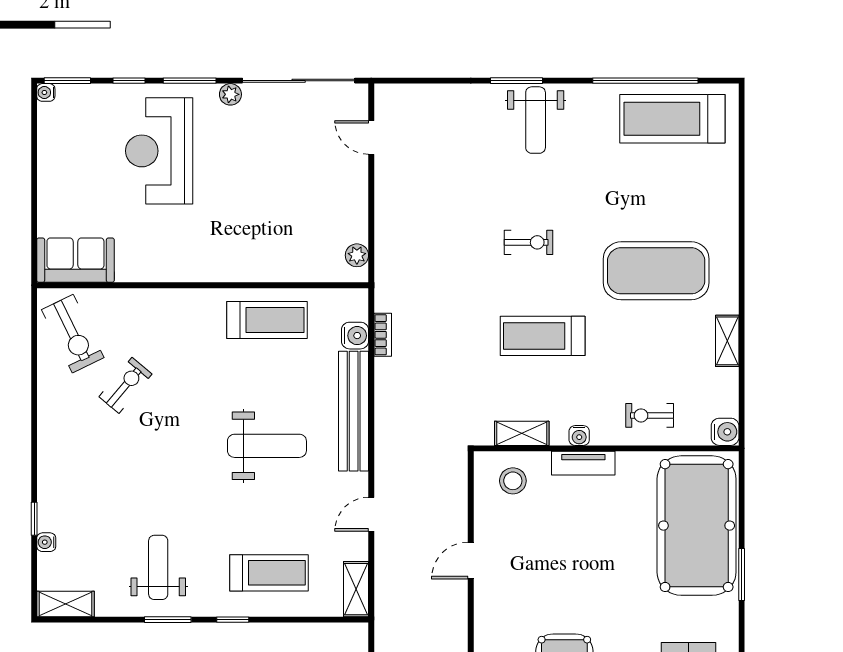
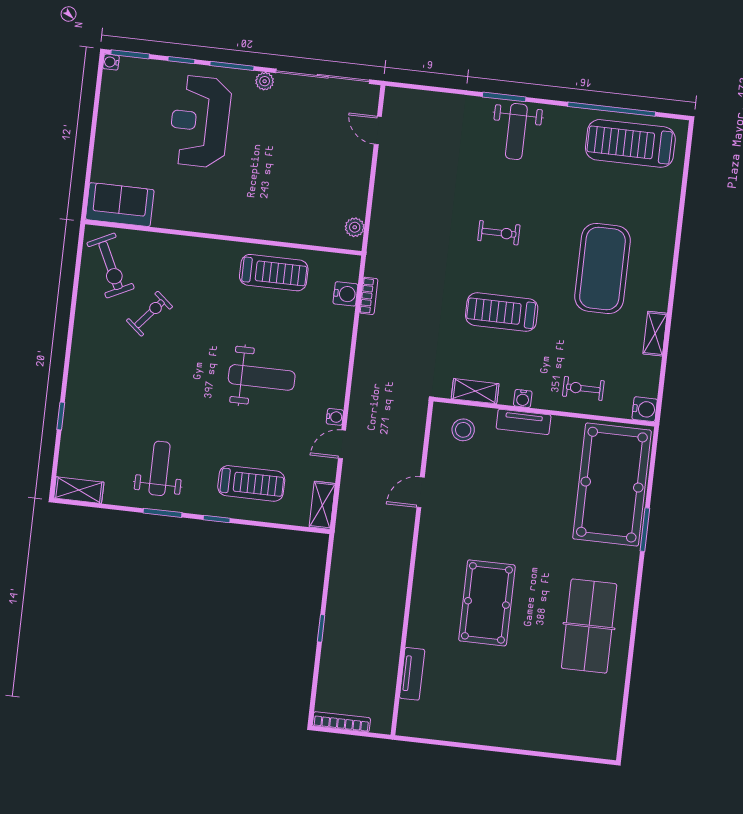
exercise mat: (656, 271) -> (602, 268), turned 90
bench: (354, 411) -> (337, 357), removed
water cooler: (46, 542) -> (335, 417), moved, turned 180

